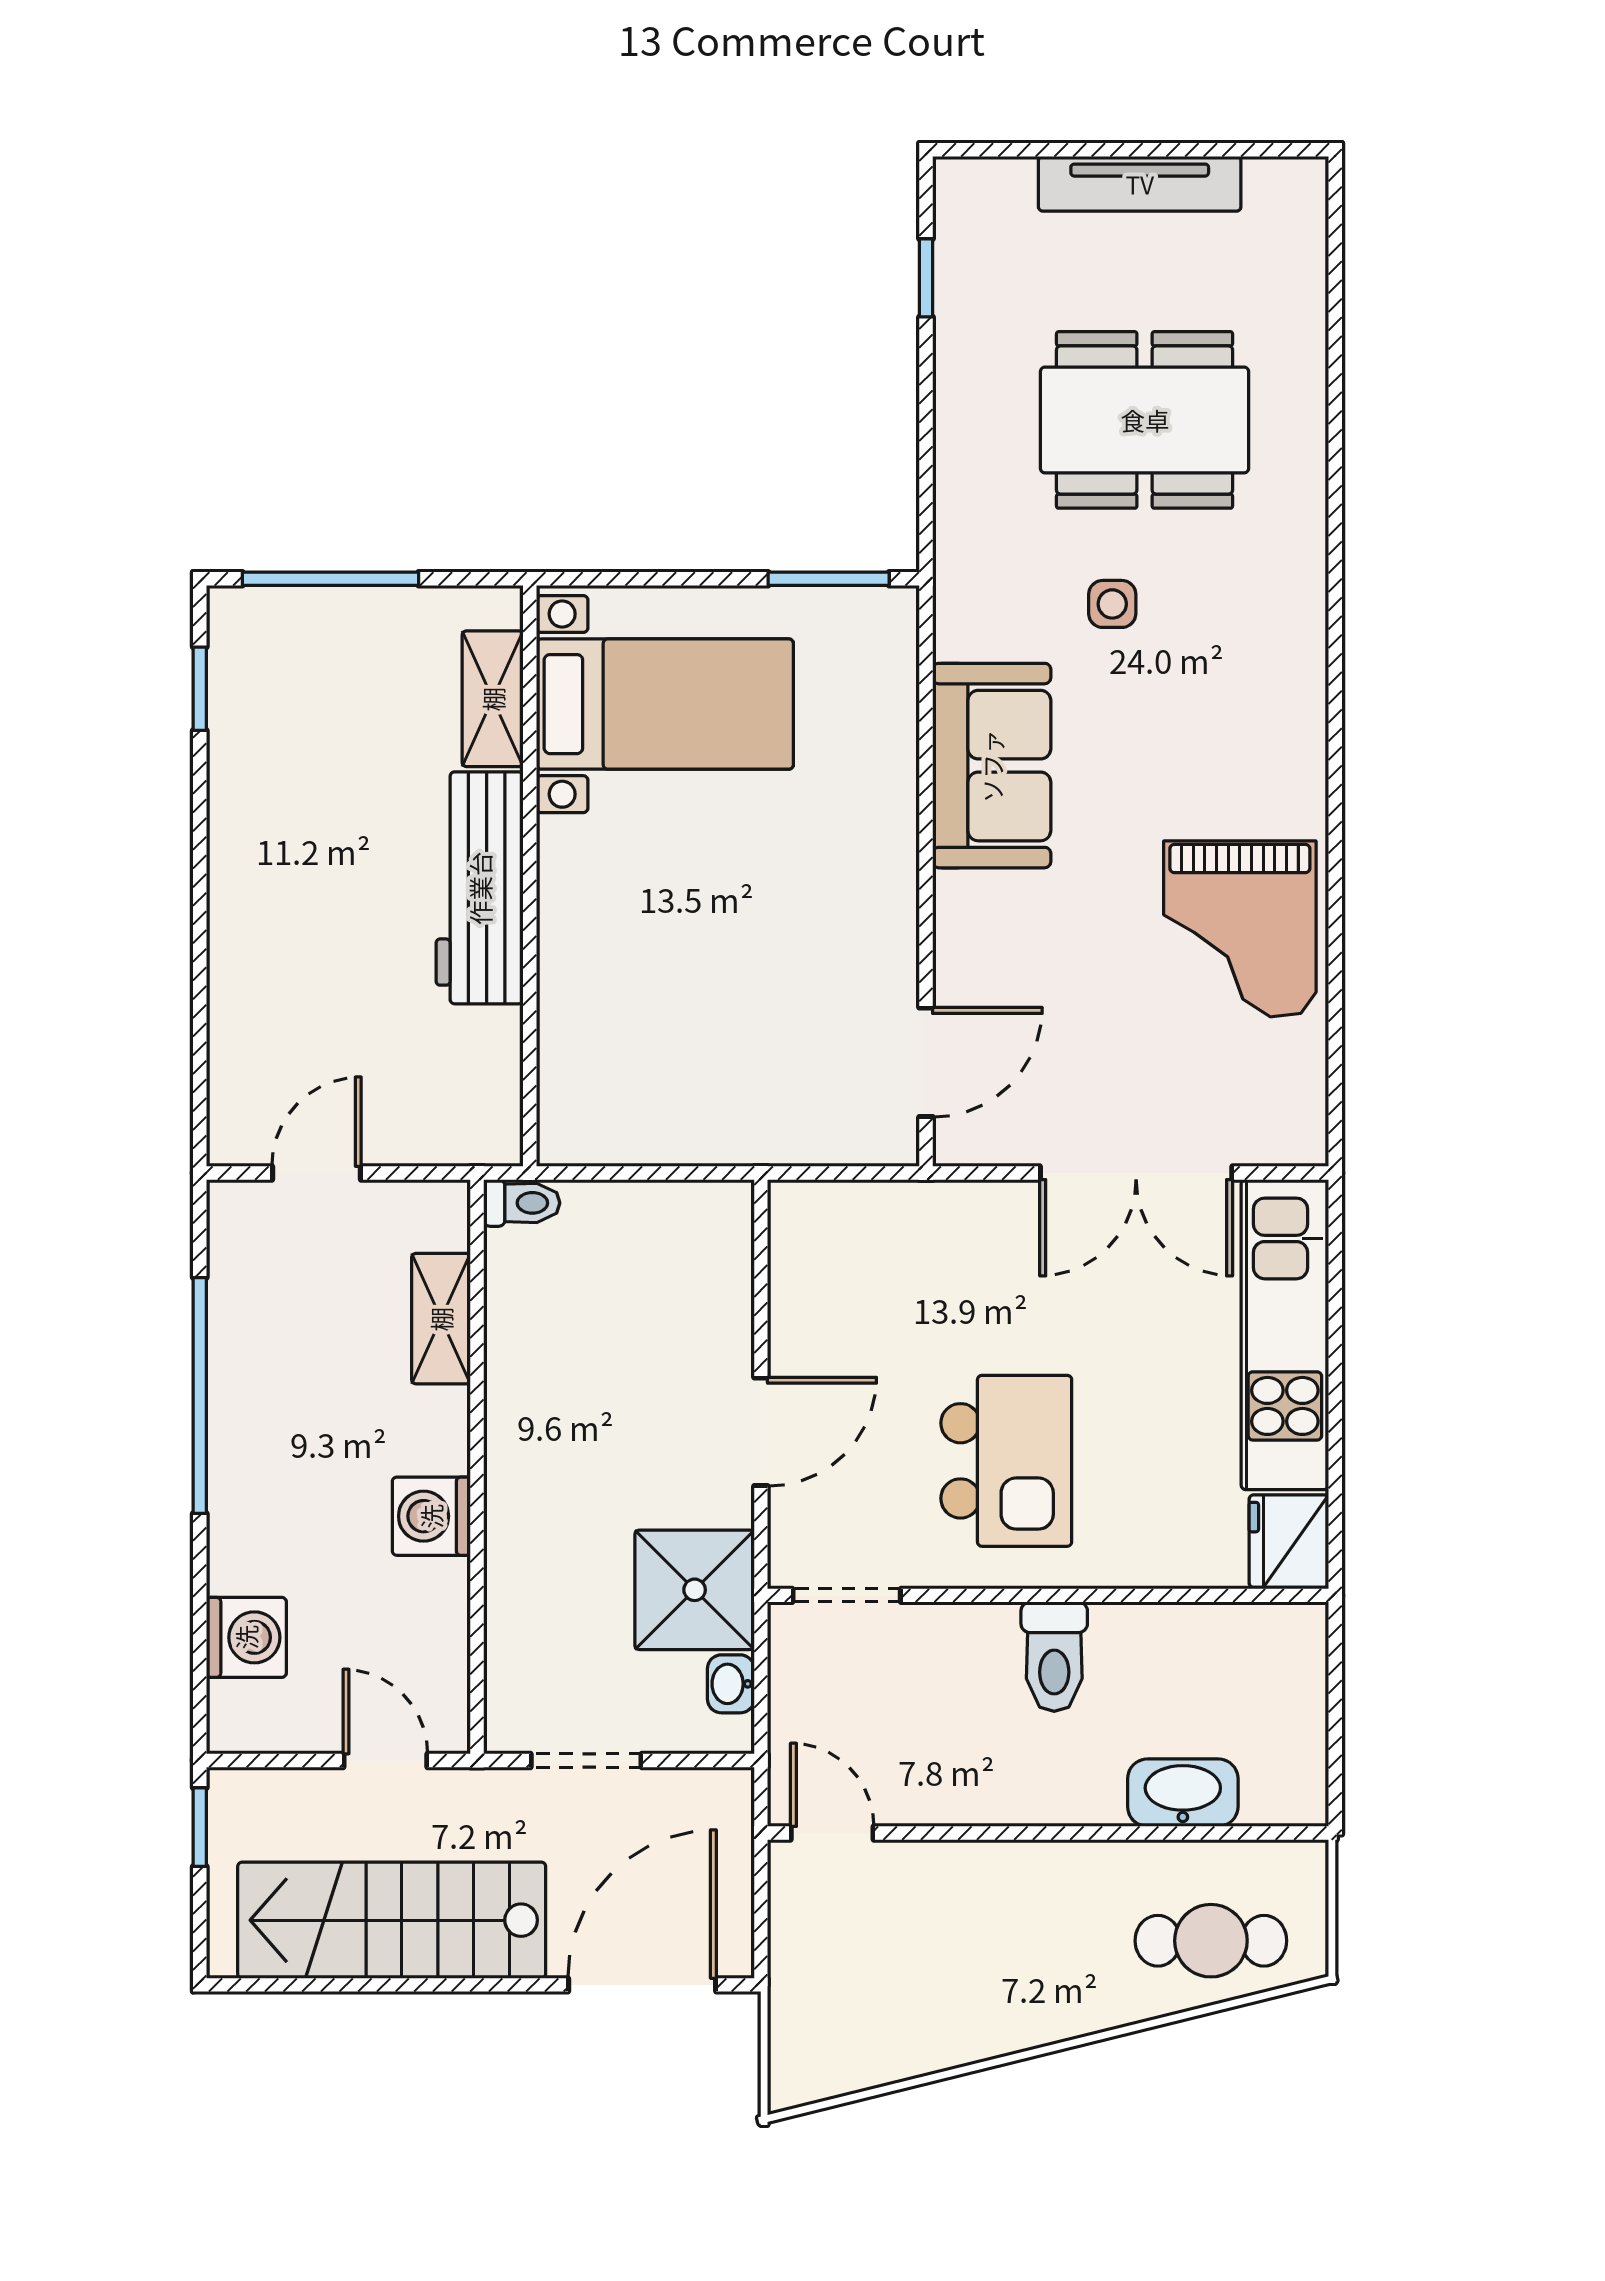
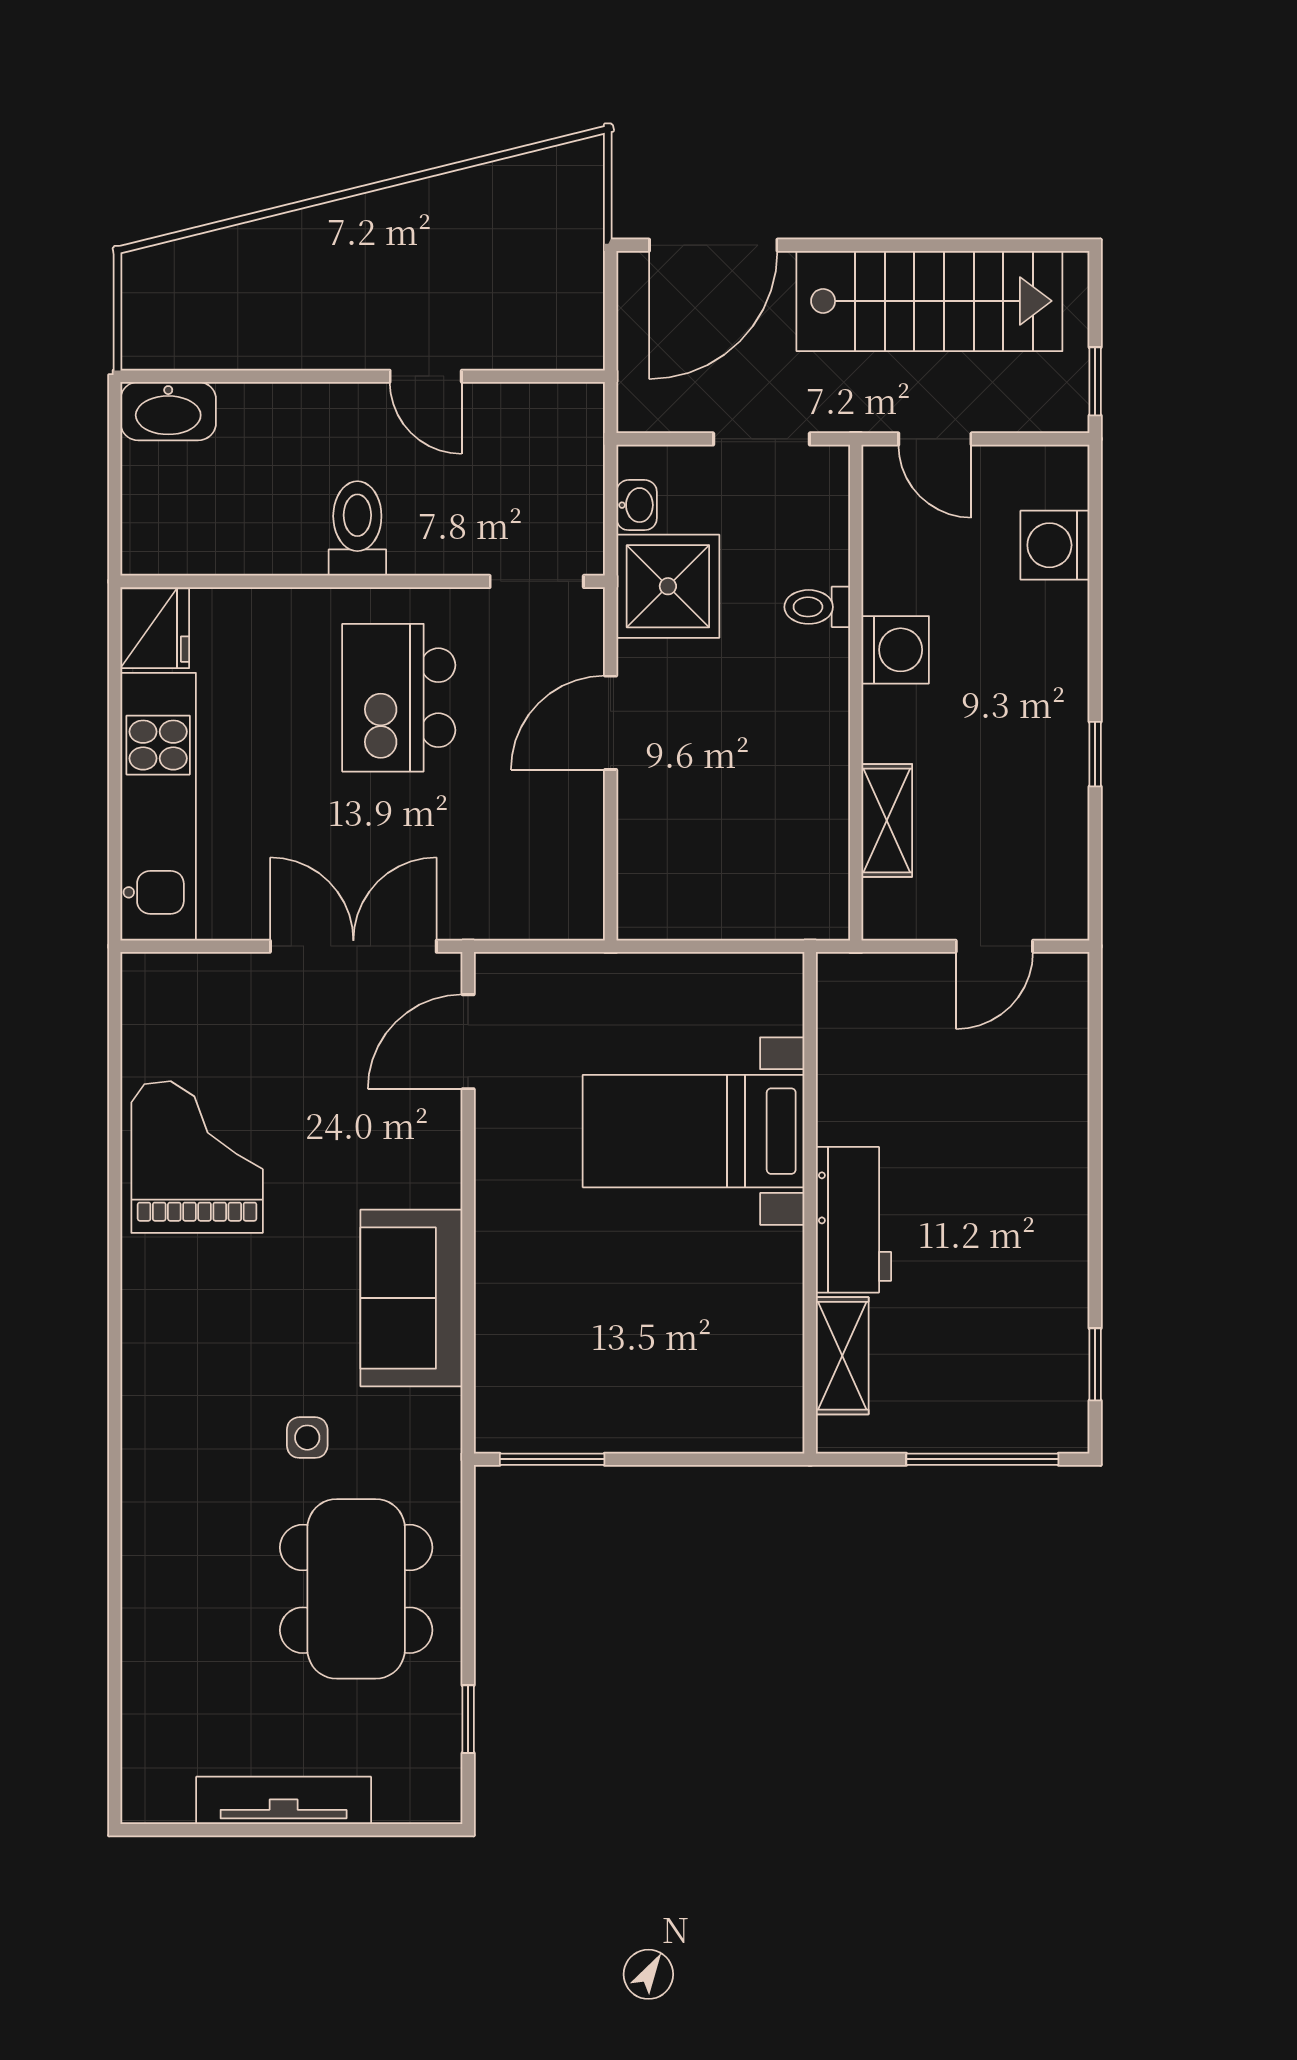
dining table: (1145, 420) -> (356, 1589), moved, turned 90
bed with nightstands: (665, 704) -> (694, 1131), moved
workbench: (480, 888) -> (853, 1220), width x0.73
double door: (1136, 1173) -> (353, 946), moved
toilet: (522, 1203) -> (817, 607), moved
window: (200, 1395) -> (1095, 754), width x0.32
washbasin: (1183, 1793) -> (168, 411), moved
door: (832, 1833) -> (426, 376), moved
cafe table: (1211, 1941) -> (222, 283), removed

